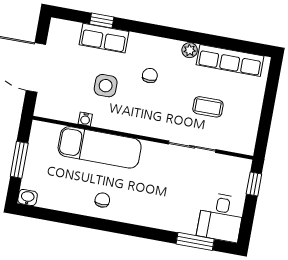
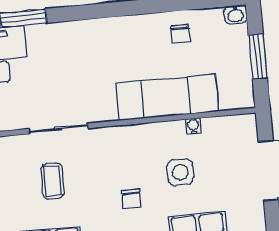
coffee table: (208, 107) -> (52, 181), turned 90
chair: (102, 200) -> (181, 34), moved

